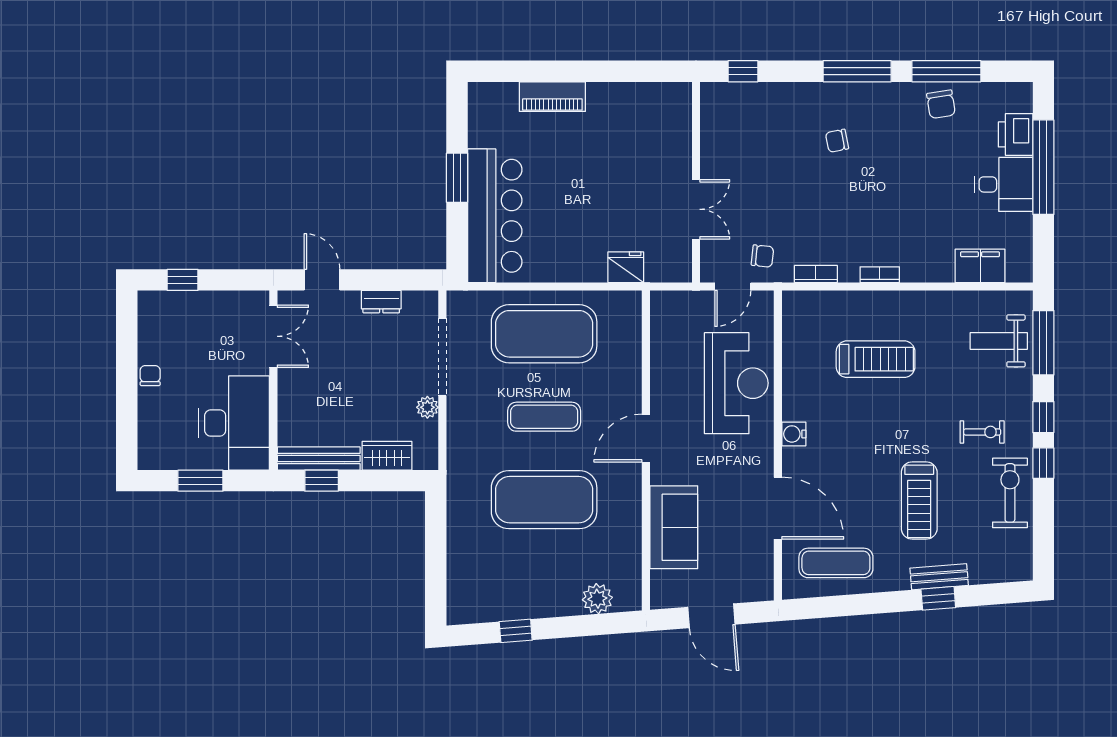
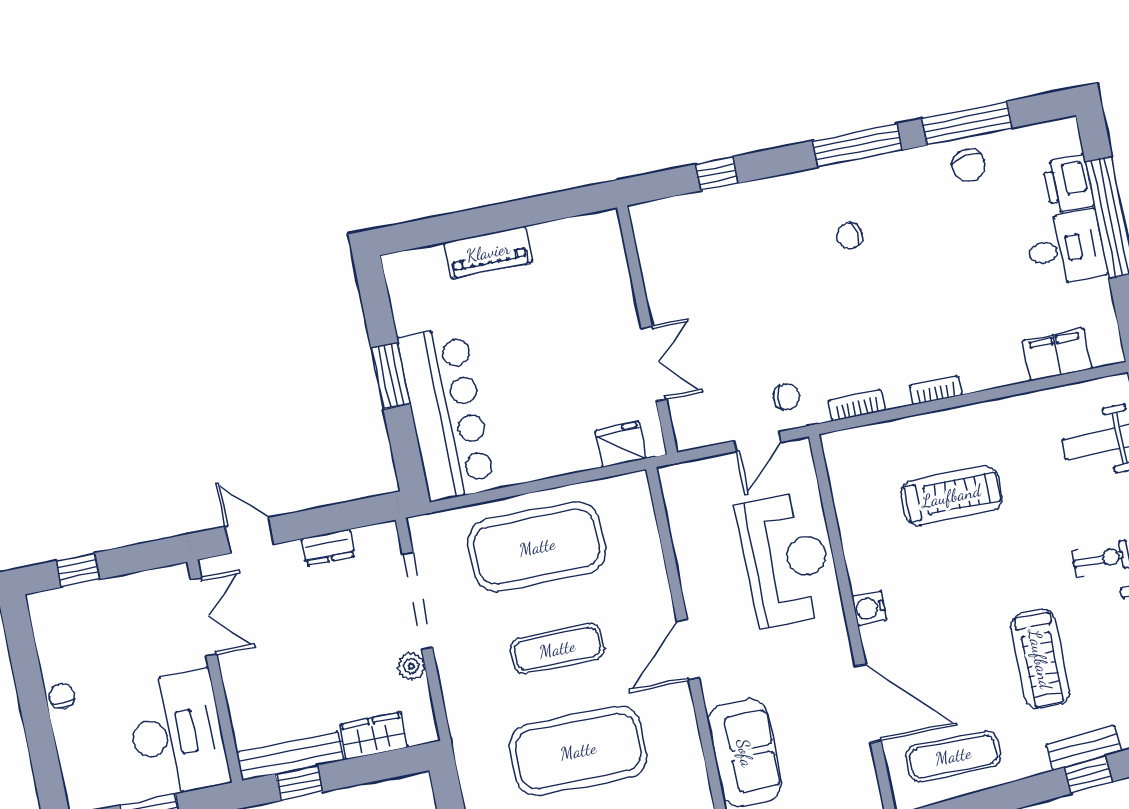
wall: (696, 182) -> (647, 330), moved
double door: (696, 209) -> (654, 363), moved

